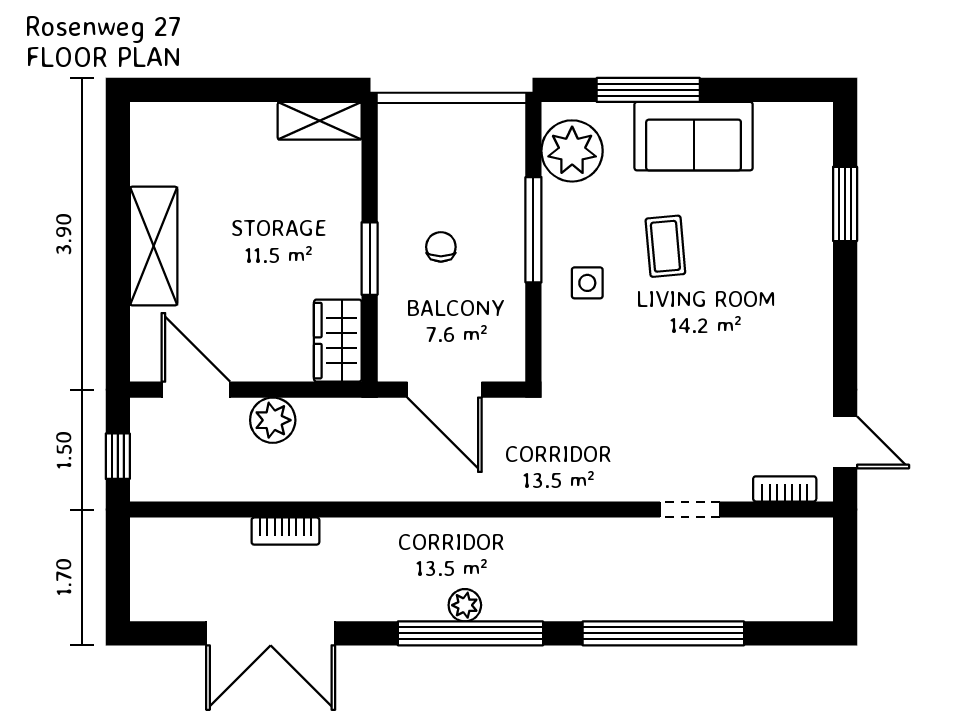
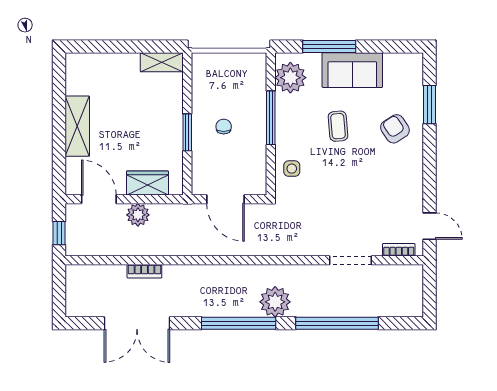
armchair: (777, 251) -> (395, 129), added
side table: (587, 283) -> (292, 169), moved
wardrobe: (338, 341) -> (147, 183), moved, turned 90
doorway: (690, 510) -> (351, 260), width x1.38
plant: (465, 605) -> (275, 302), moved, width x1.87, depth x1.87

